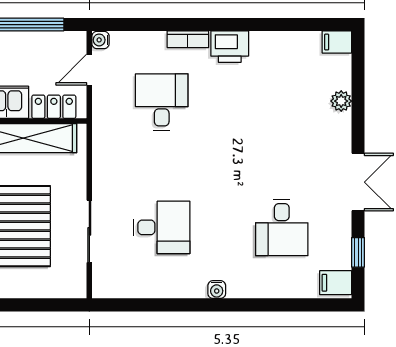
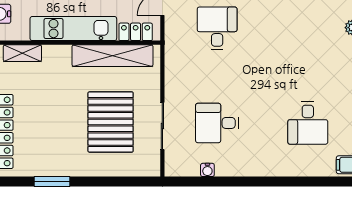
desk: (162, 227) -> (217, 123), turned 180
water cooler: (217, 290) -> (207, 170), moved

